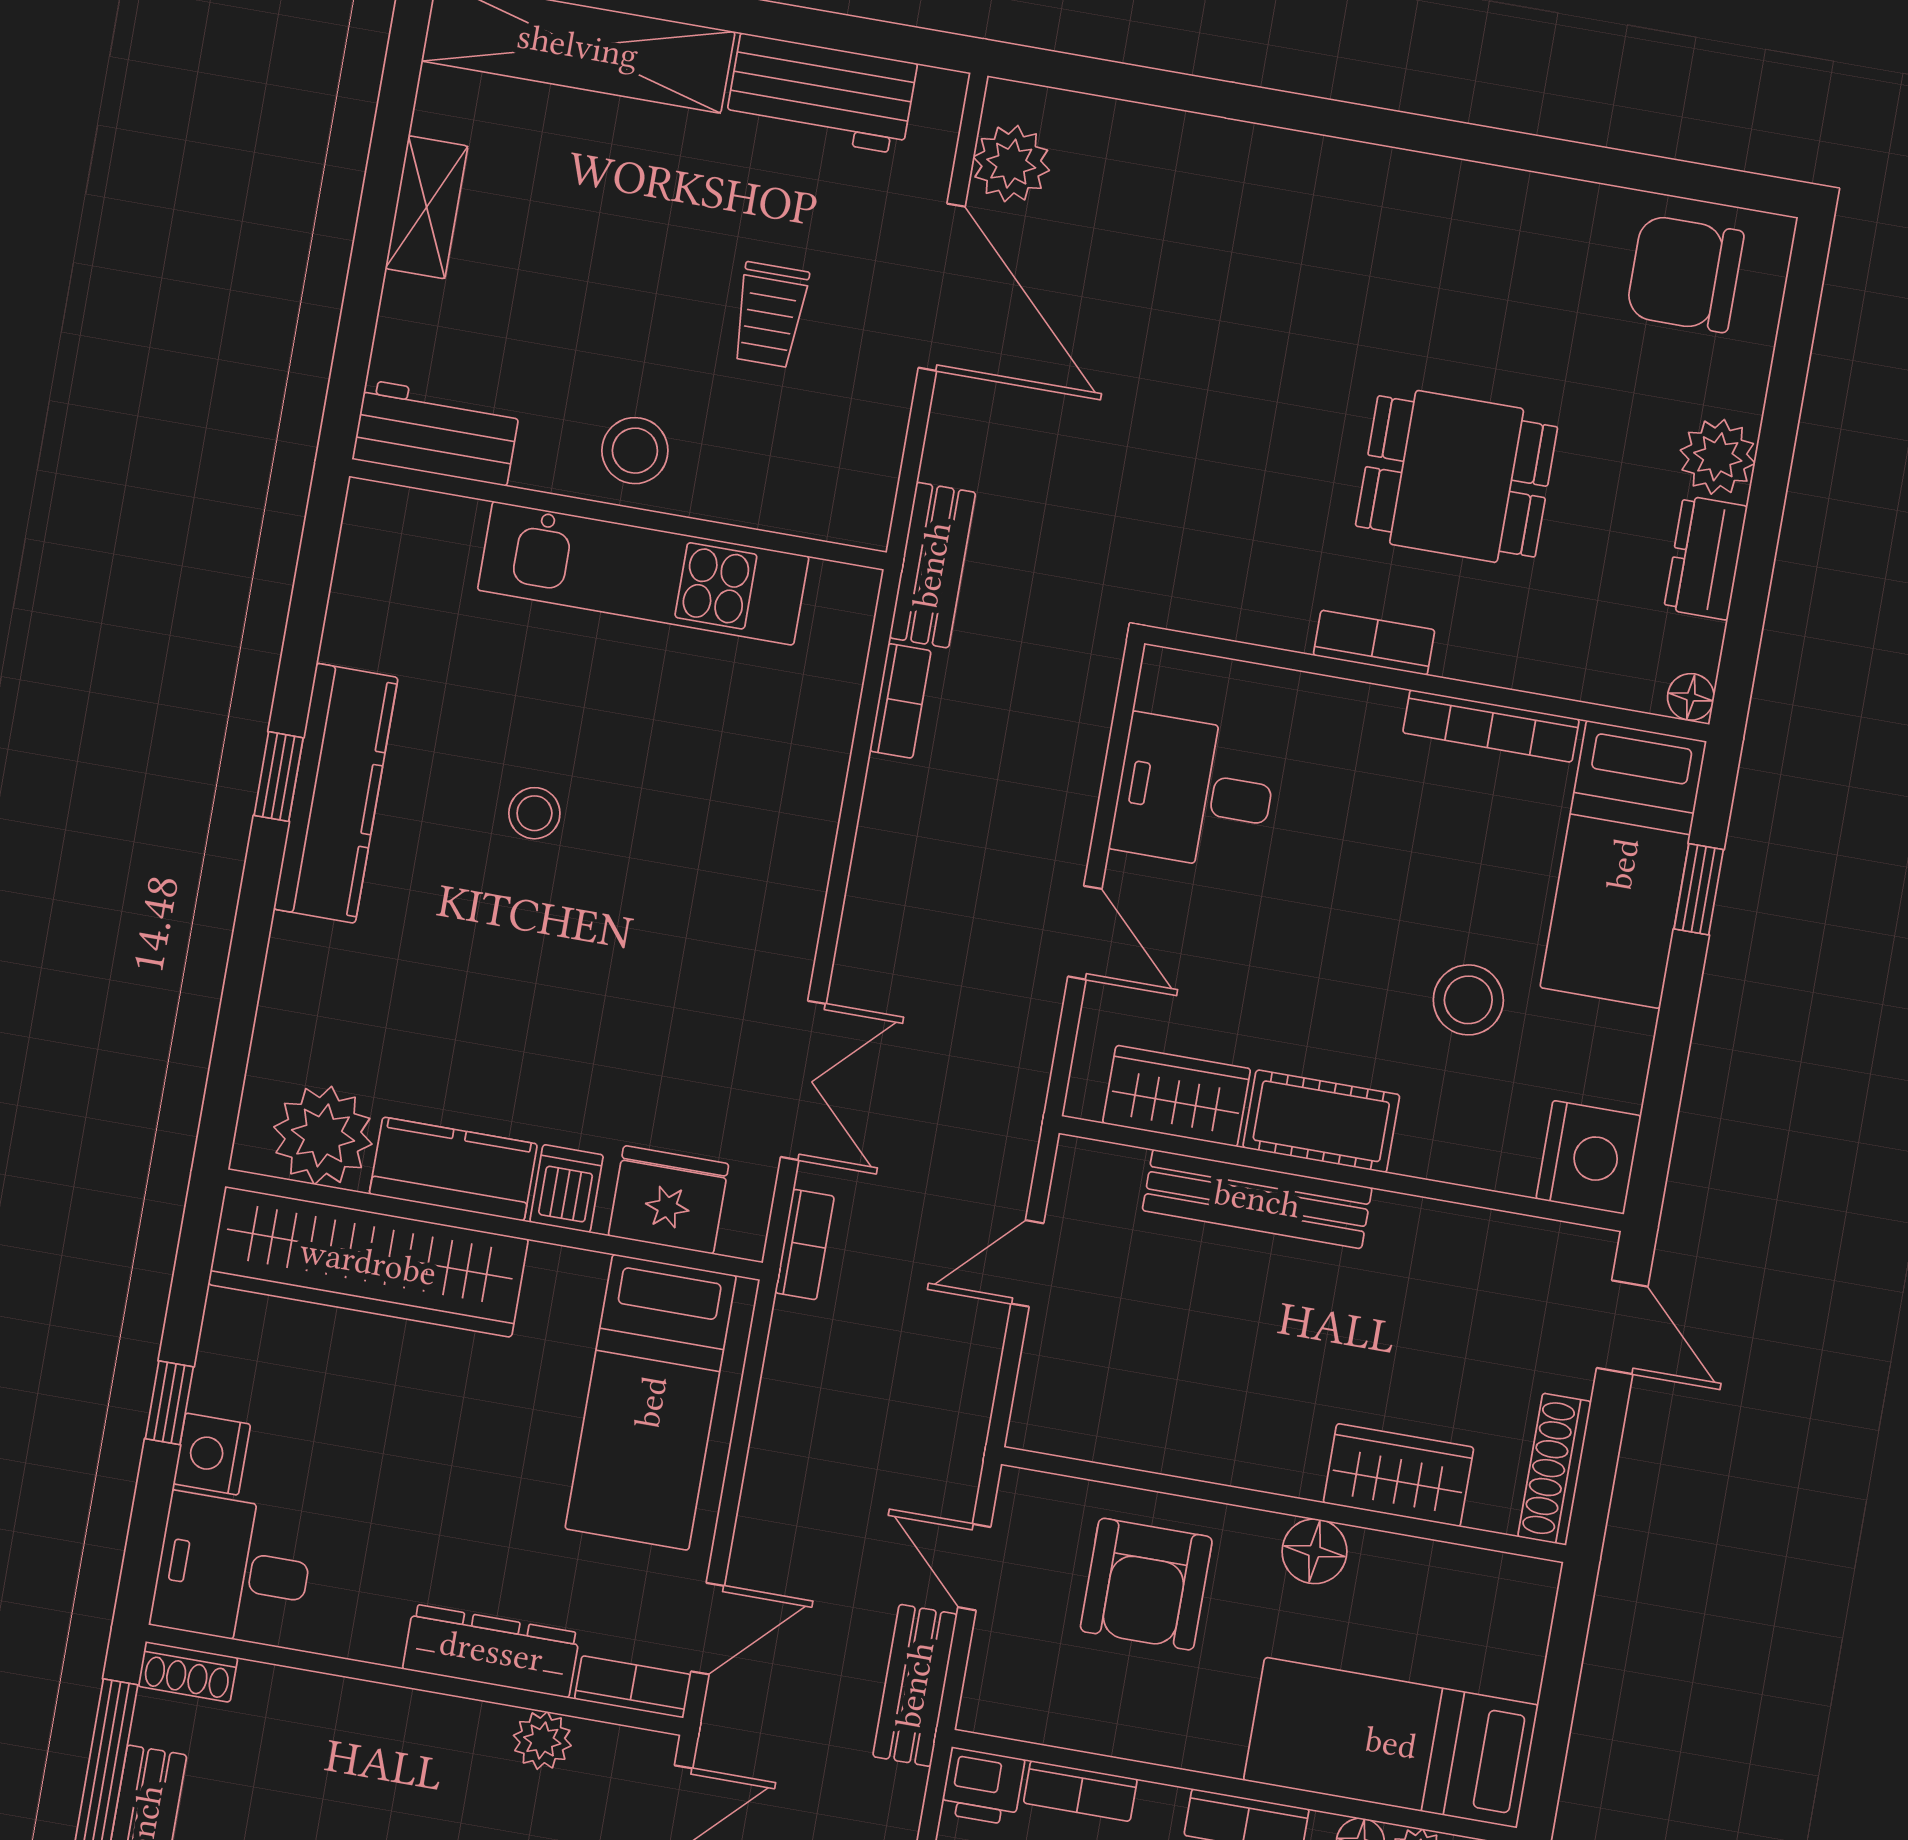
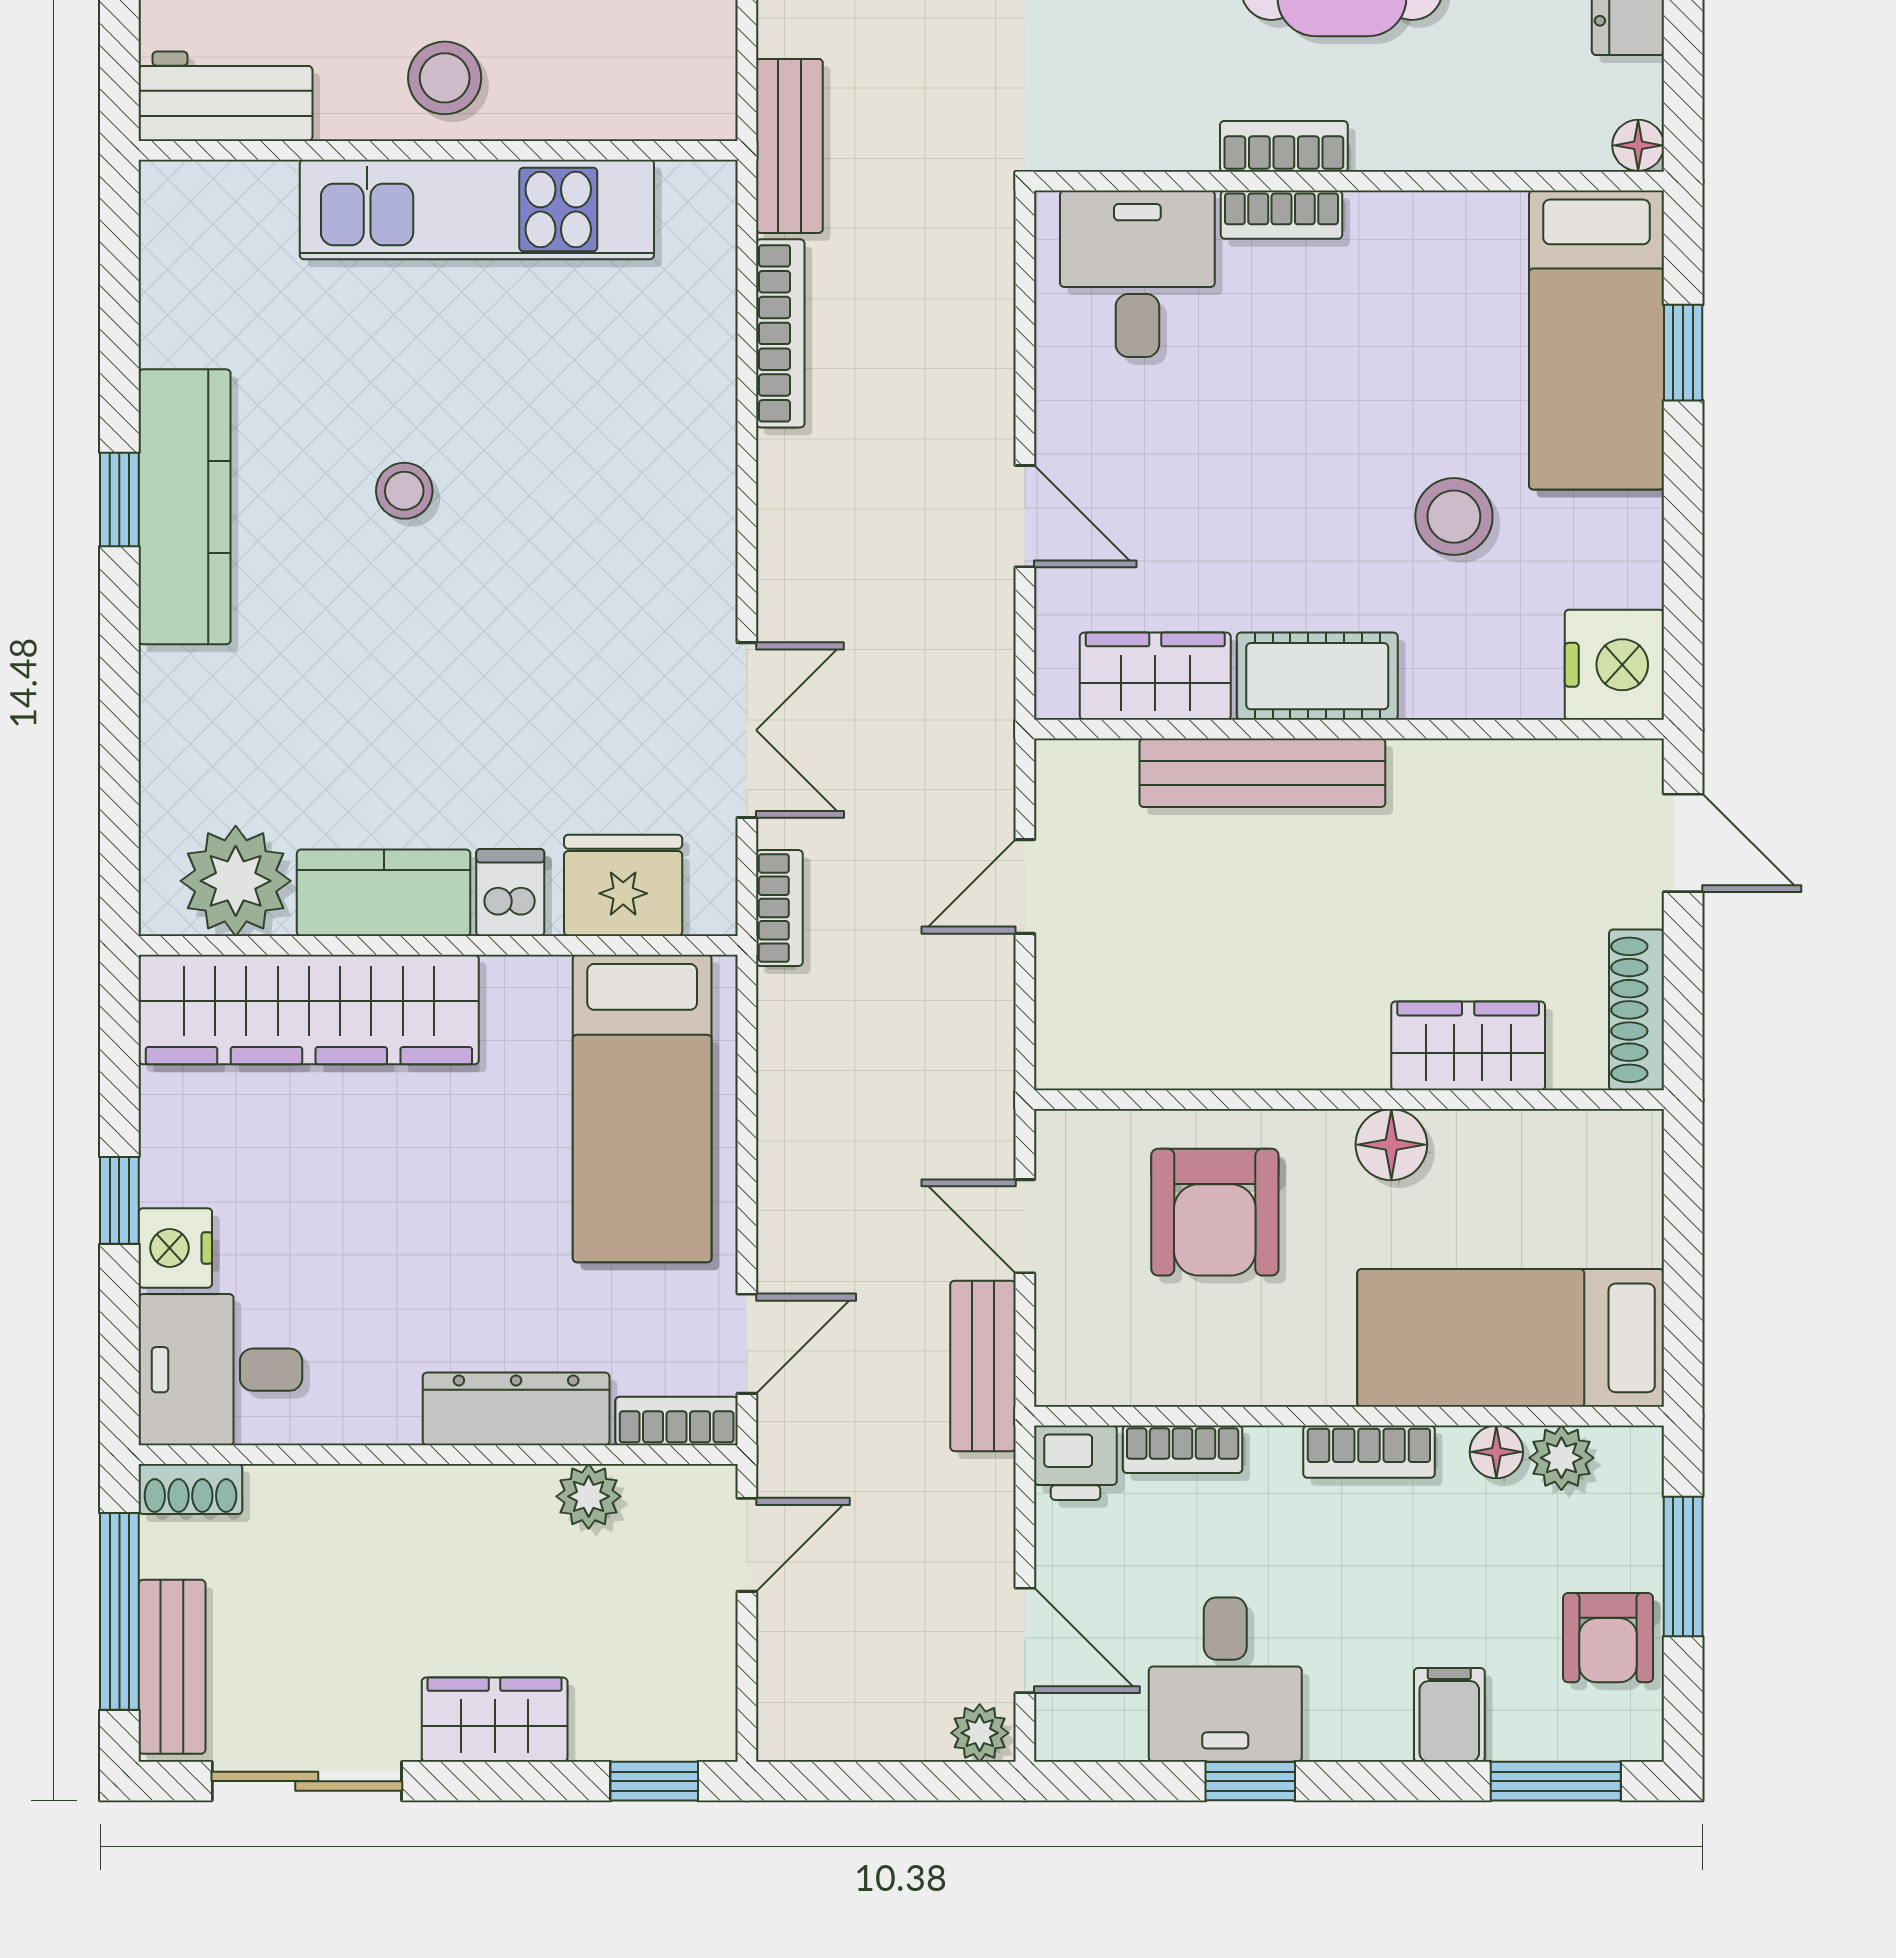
bookcase: (900, 701) -> (780, 333), width x1.56
bookcase: (1491, 726) -> (1282, 215), moved, width x0.64
desk: (1195, 793) -> (1137, 274), moved, turned 90

